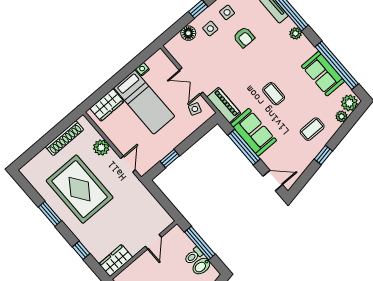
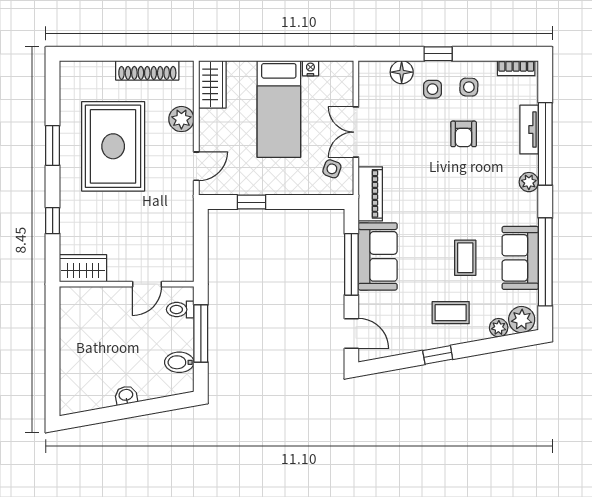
coffee table: (274, 94) -> (465, 258), moved
wardrobe: (107, 105) -> (212, 84), moved, turned -90
toilet: (193, 256) -> (180, 310), moved

